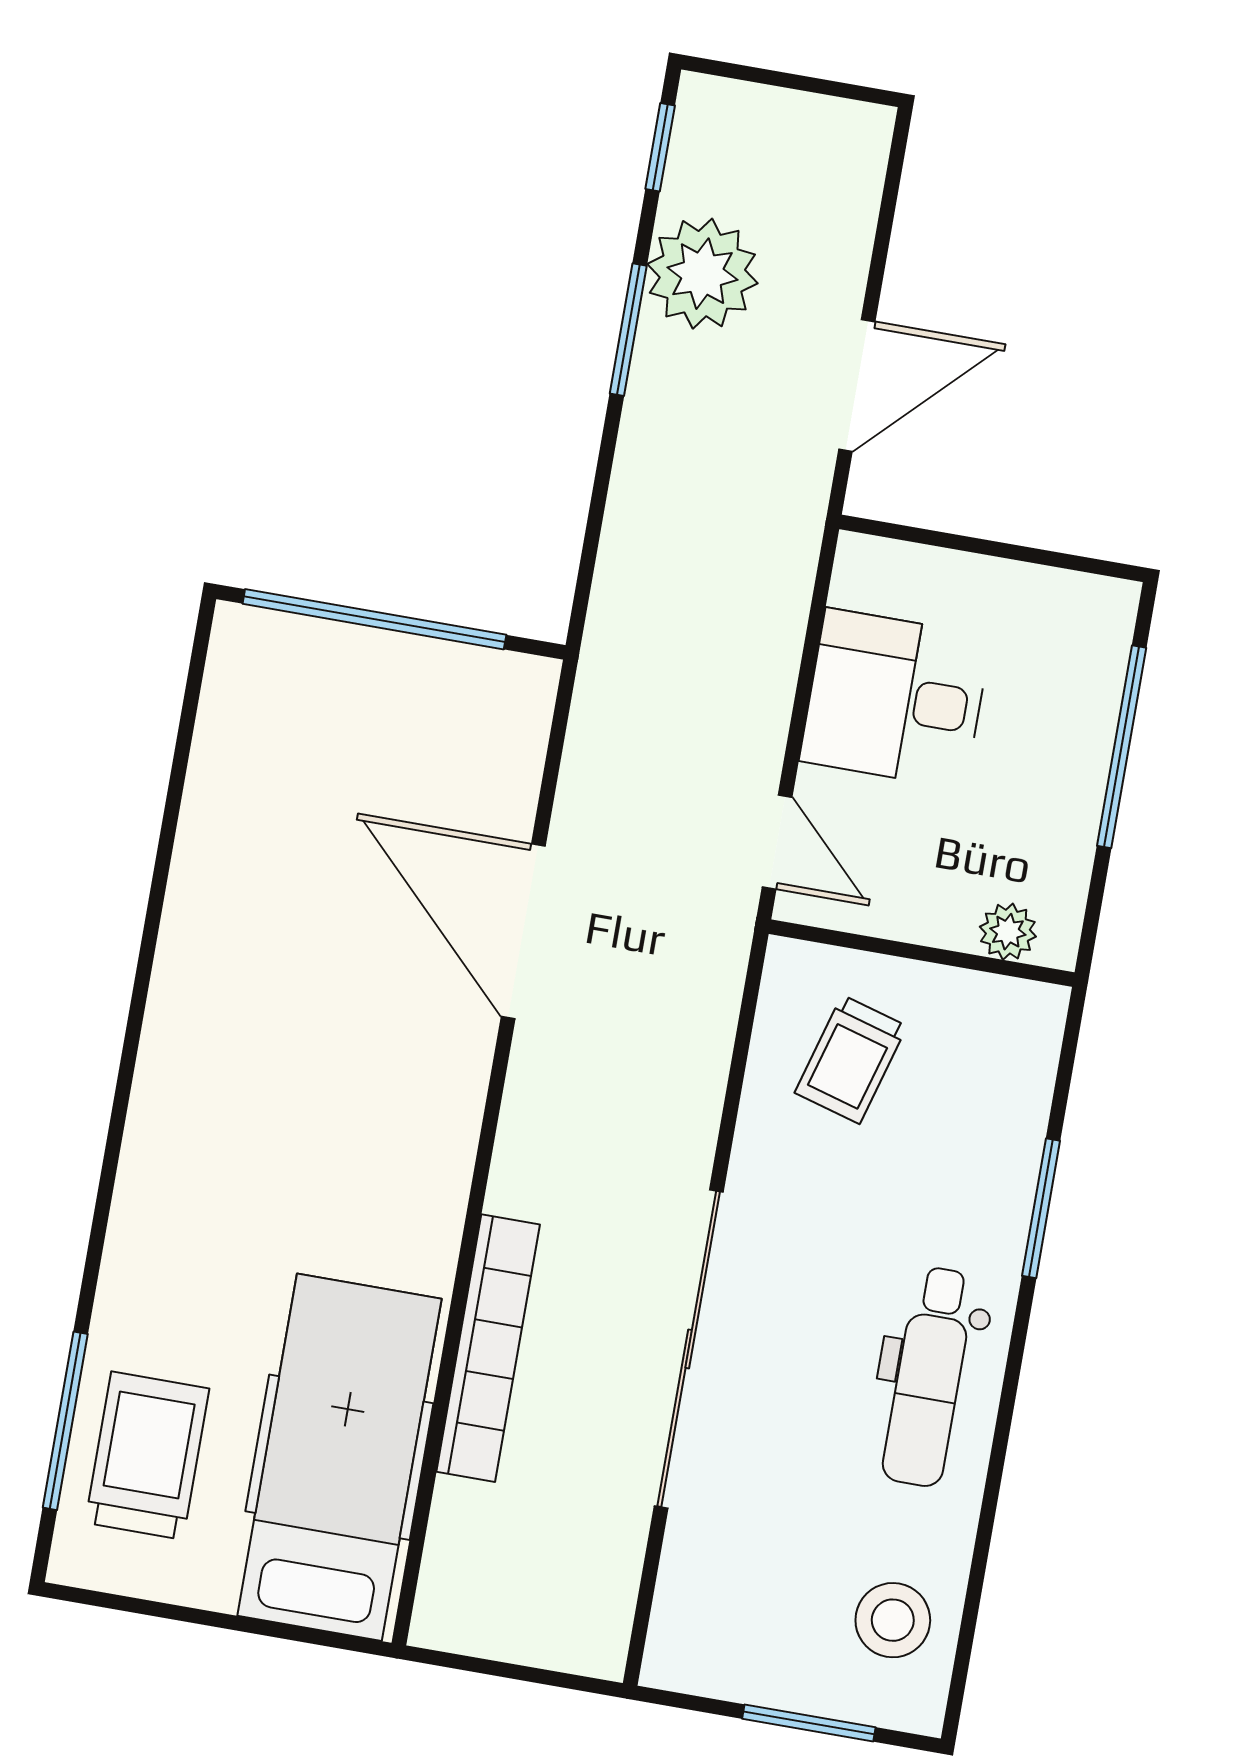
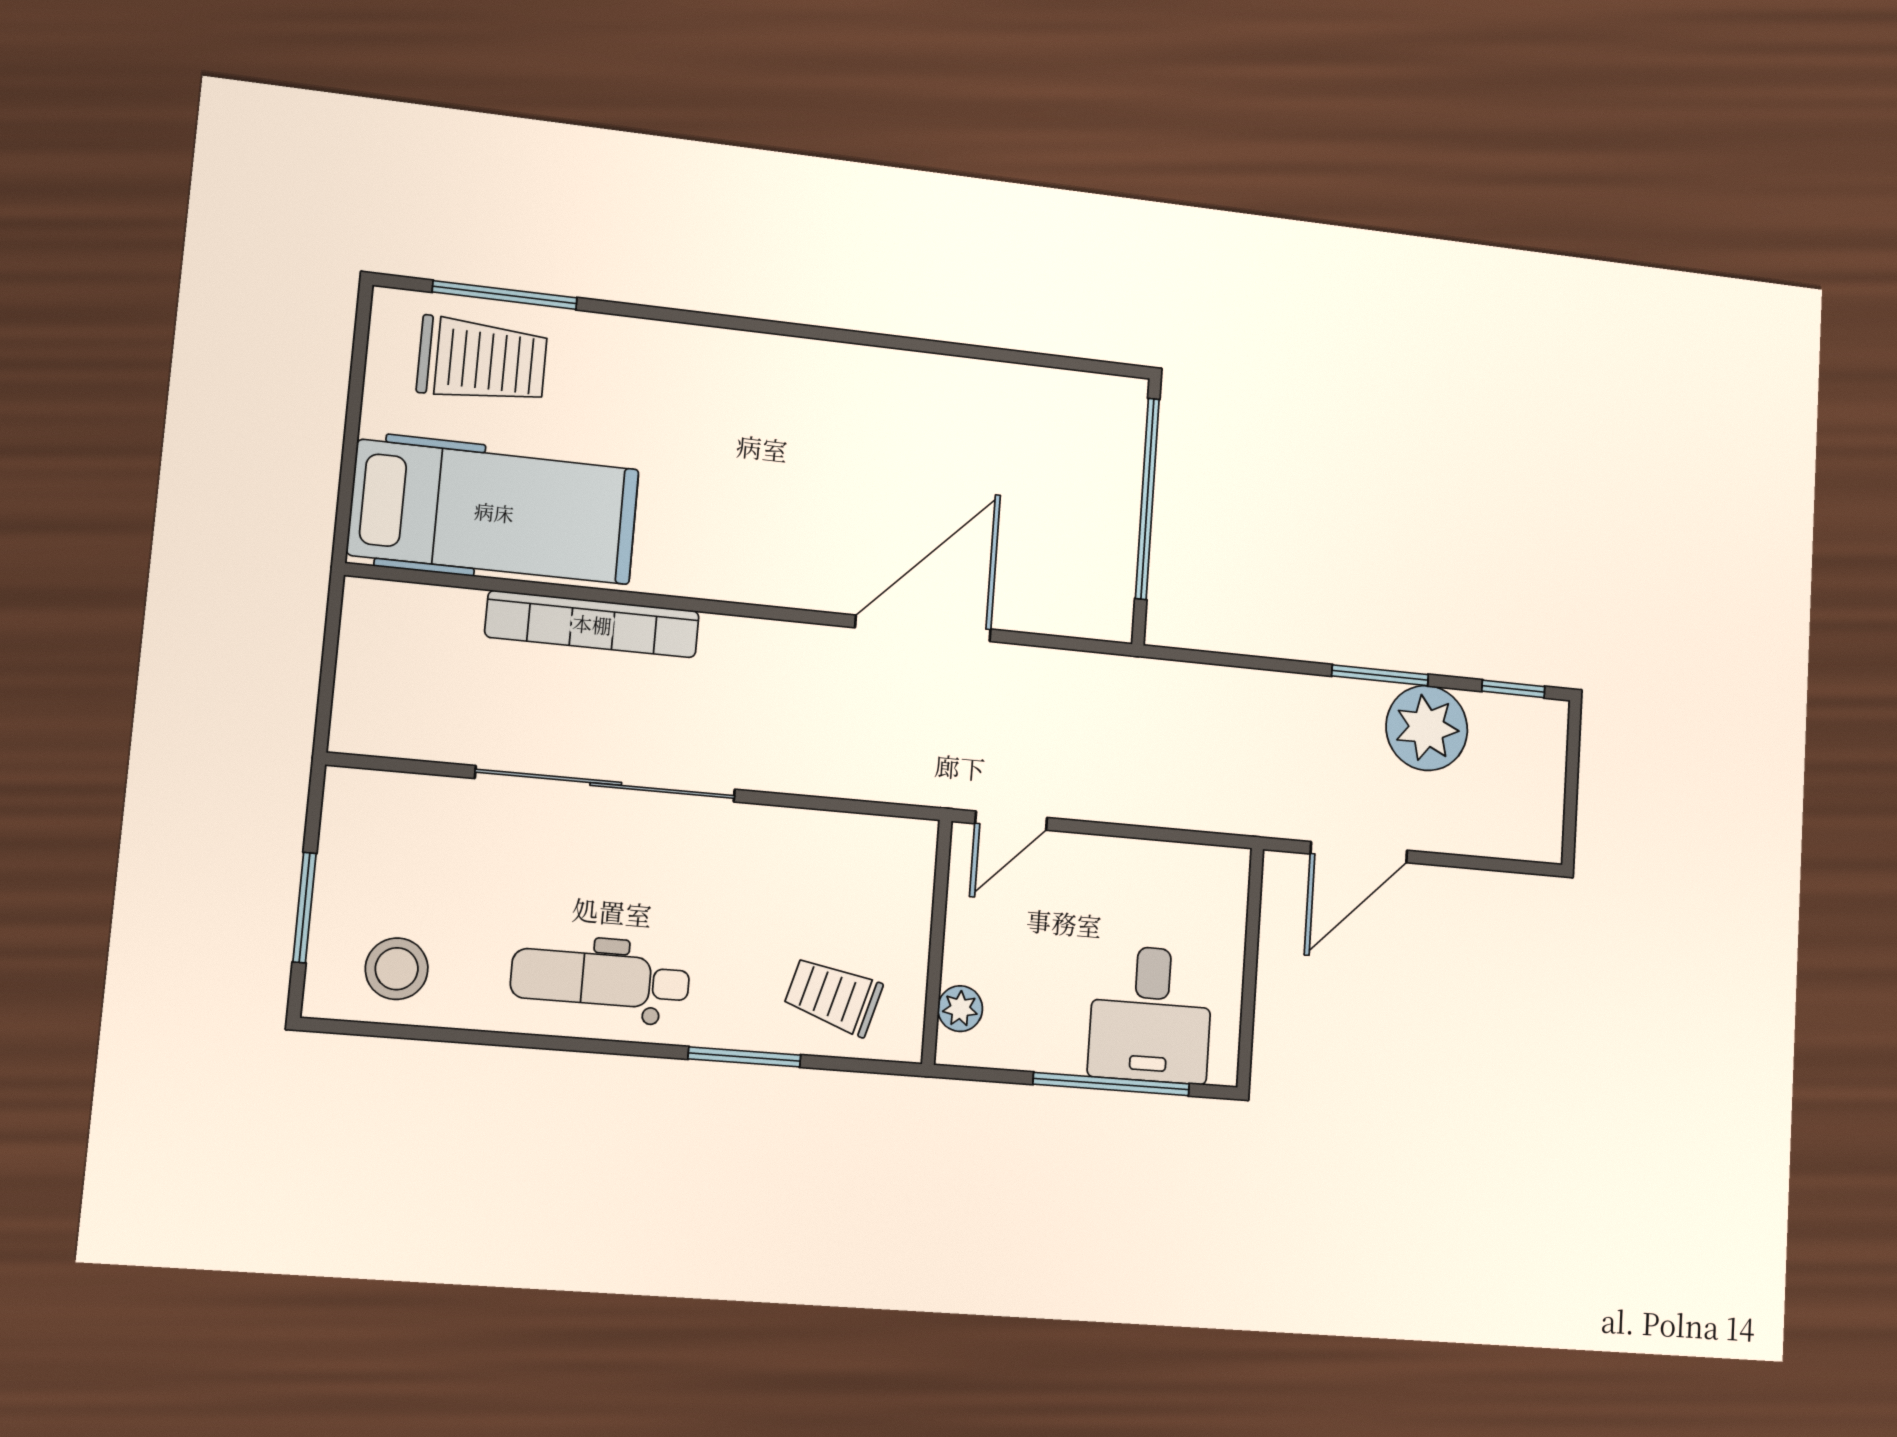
door: (857, 385) -> (1359, 852), hinge flipped
desk: (895, 699) -> (1151, 1014), moved, turned 180
trolley: (851, 1059) -> (833, 996), moved

